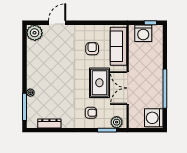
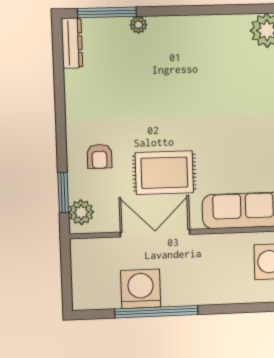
armchair: (92, 49) -> (236, 155), removed
washing machine: (154, 118) -> (141, 289), moved
dresser: (49, 124) -> (72, 43), moved

